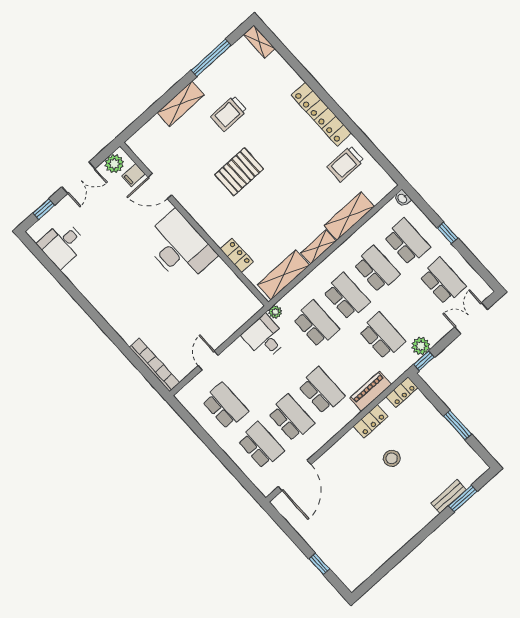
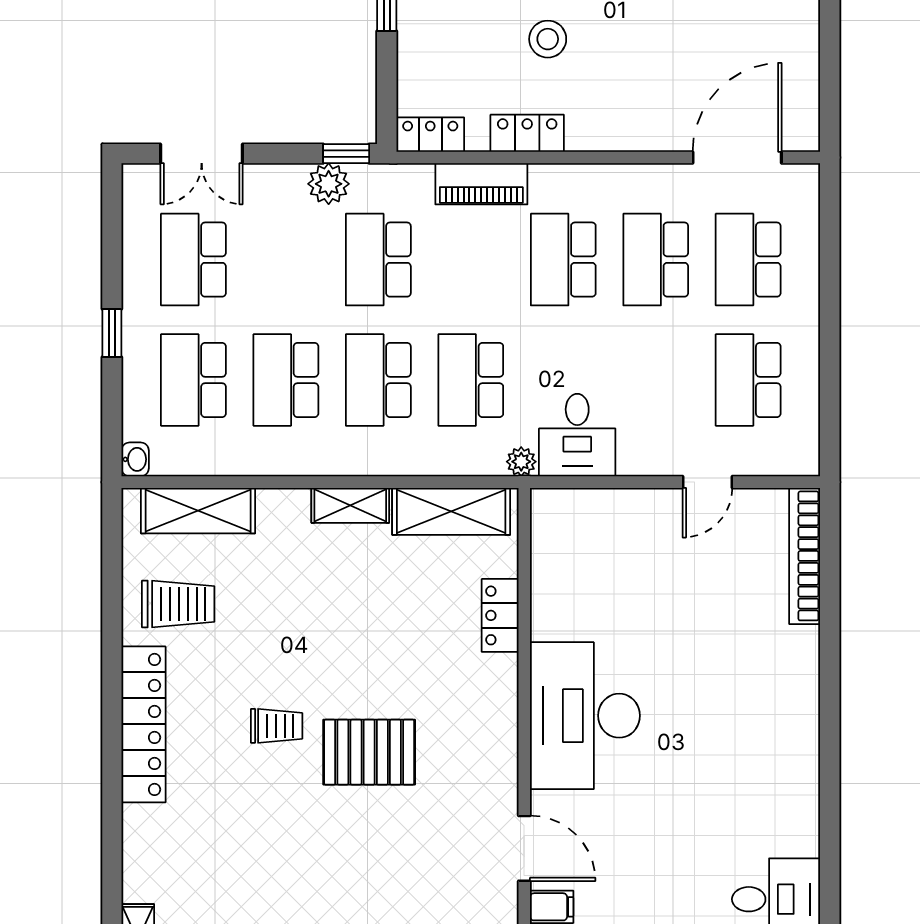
trolley: (229, 113) -> (277, 726), moved, width x0.73, depth x0.72
shelving: (349, 216) -> (198, 511), moved

